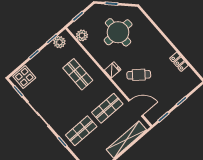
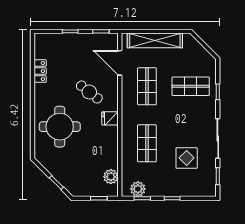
round table: (118, 32) -> (60, 127), moved
display table: (24, 77) -> (187, 158), moved
shop shelf: (107, 108) -> (147, 86), turned 90

